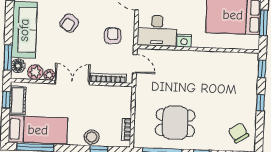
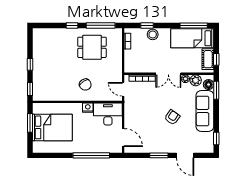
armchair: (113, 36) -> (140, 109), removed
chair: (238, 133) -> (85, 85), moved

